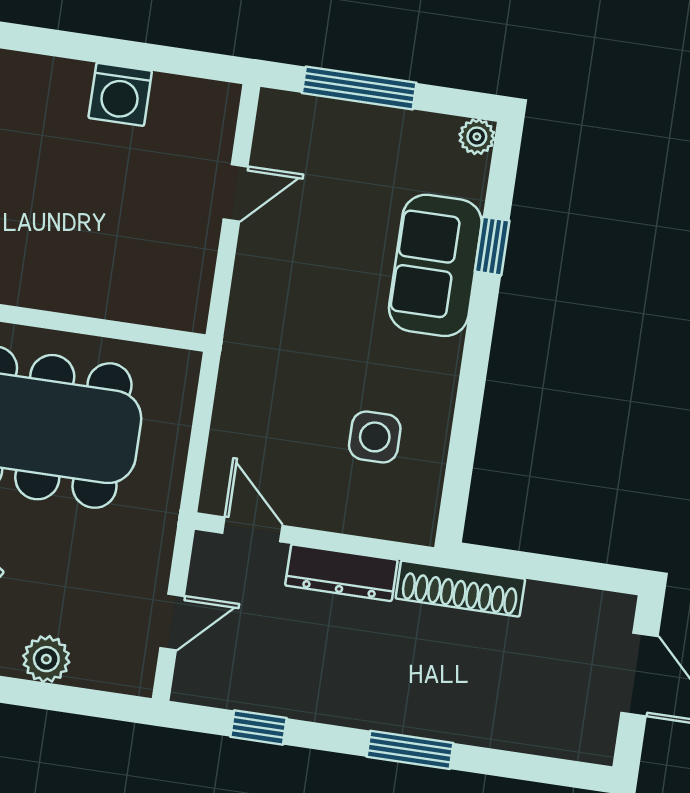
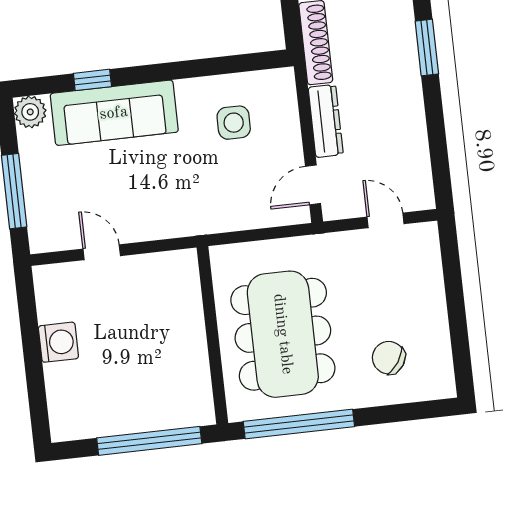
plant: (477, 137) -> (30, 112), width x1.38, depth x1.38
sofa: (435, 265) -> (114, 113), width x1.36
plant: (46, 659) -> (430, 294), removed
window: (258, 727) -> (438, 148), removed

